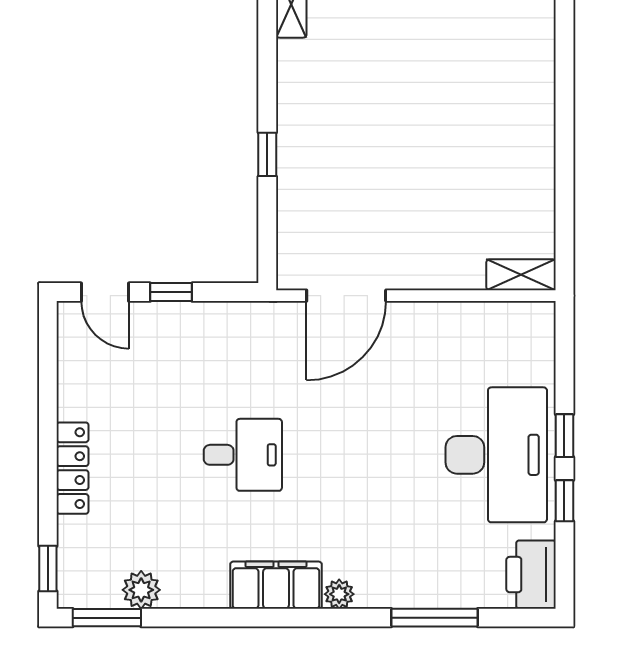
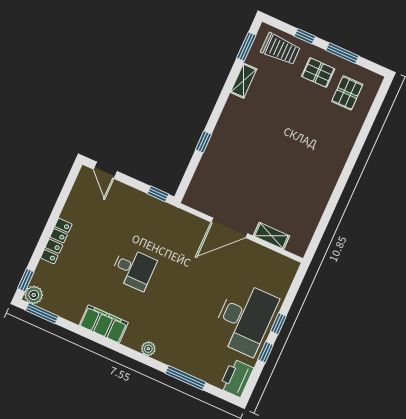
shelving: (521, 275) -> (271, 236), moved
window: (171, 292) -> (158, 194), moved
door: (346, 296) -> (229, 228), moved
filing cabinet: (276, 585) -> (104, 324), moved
plant: (141, 590) -> (34, 295), moved

